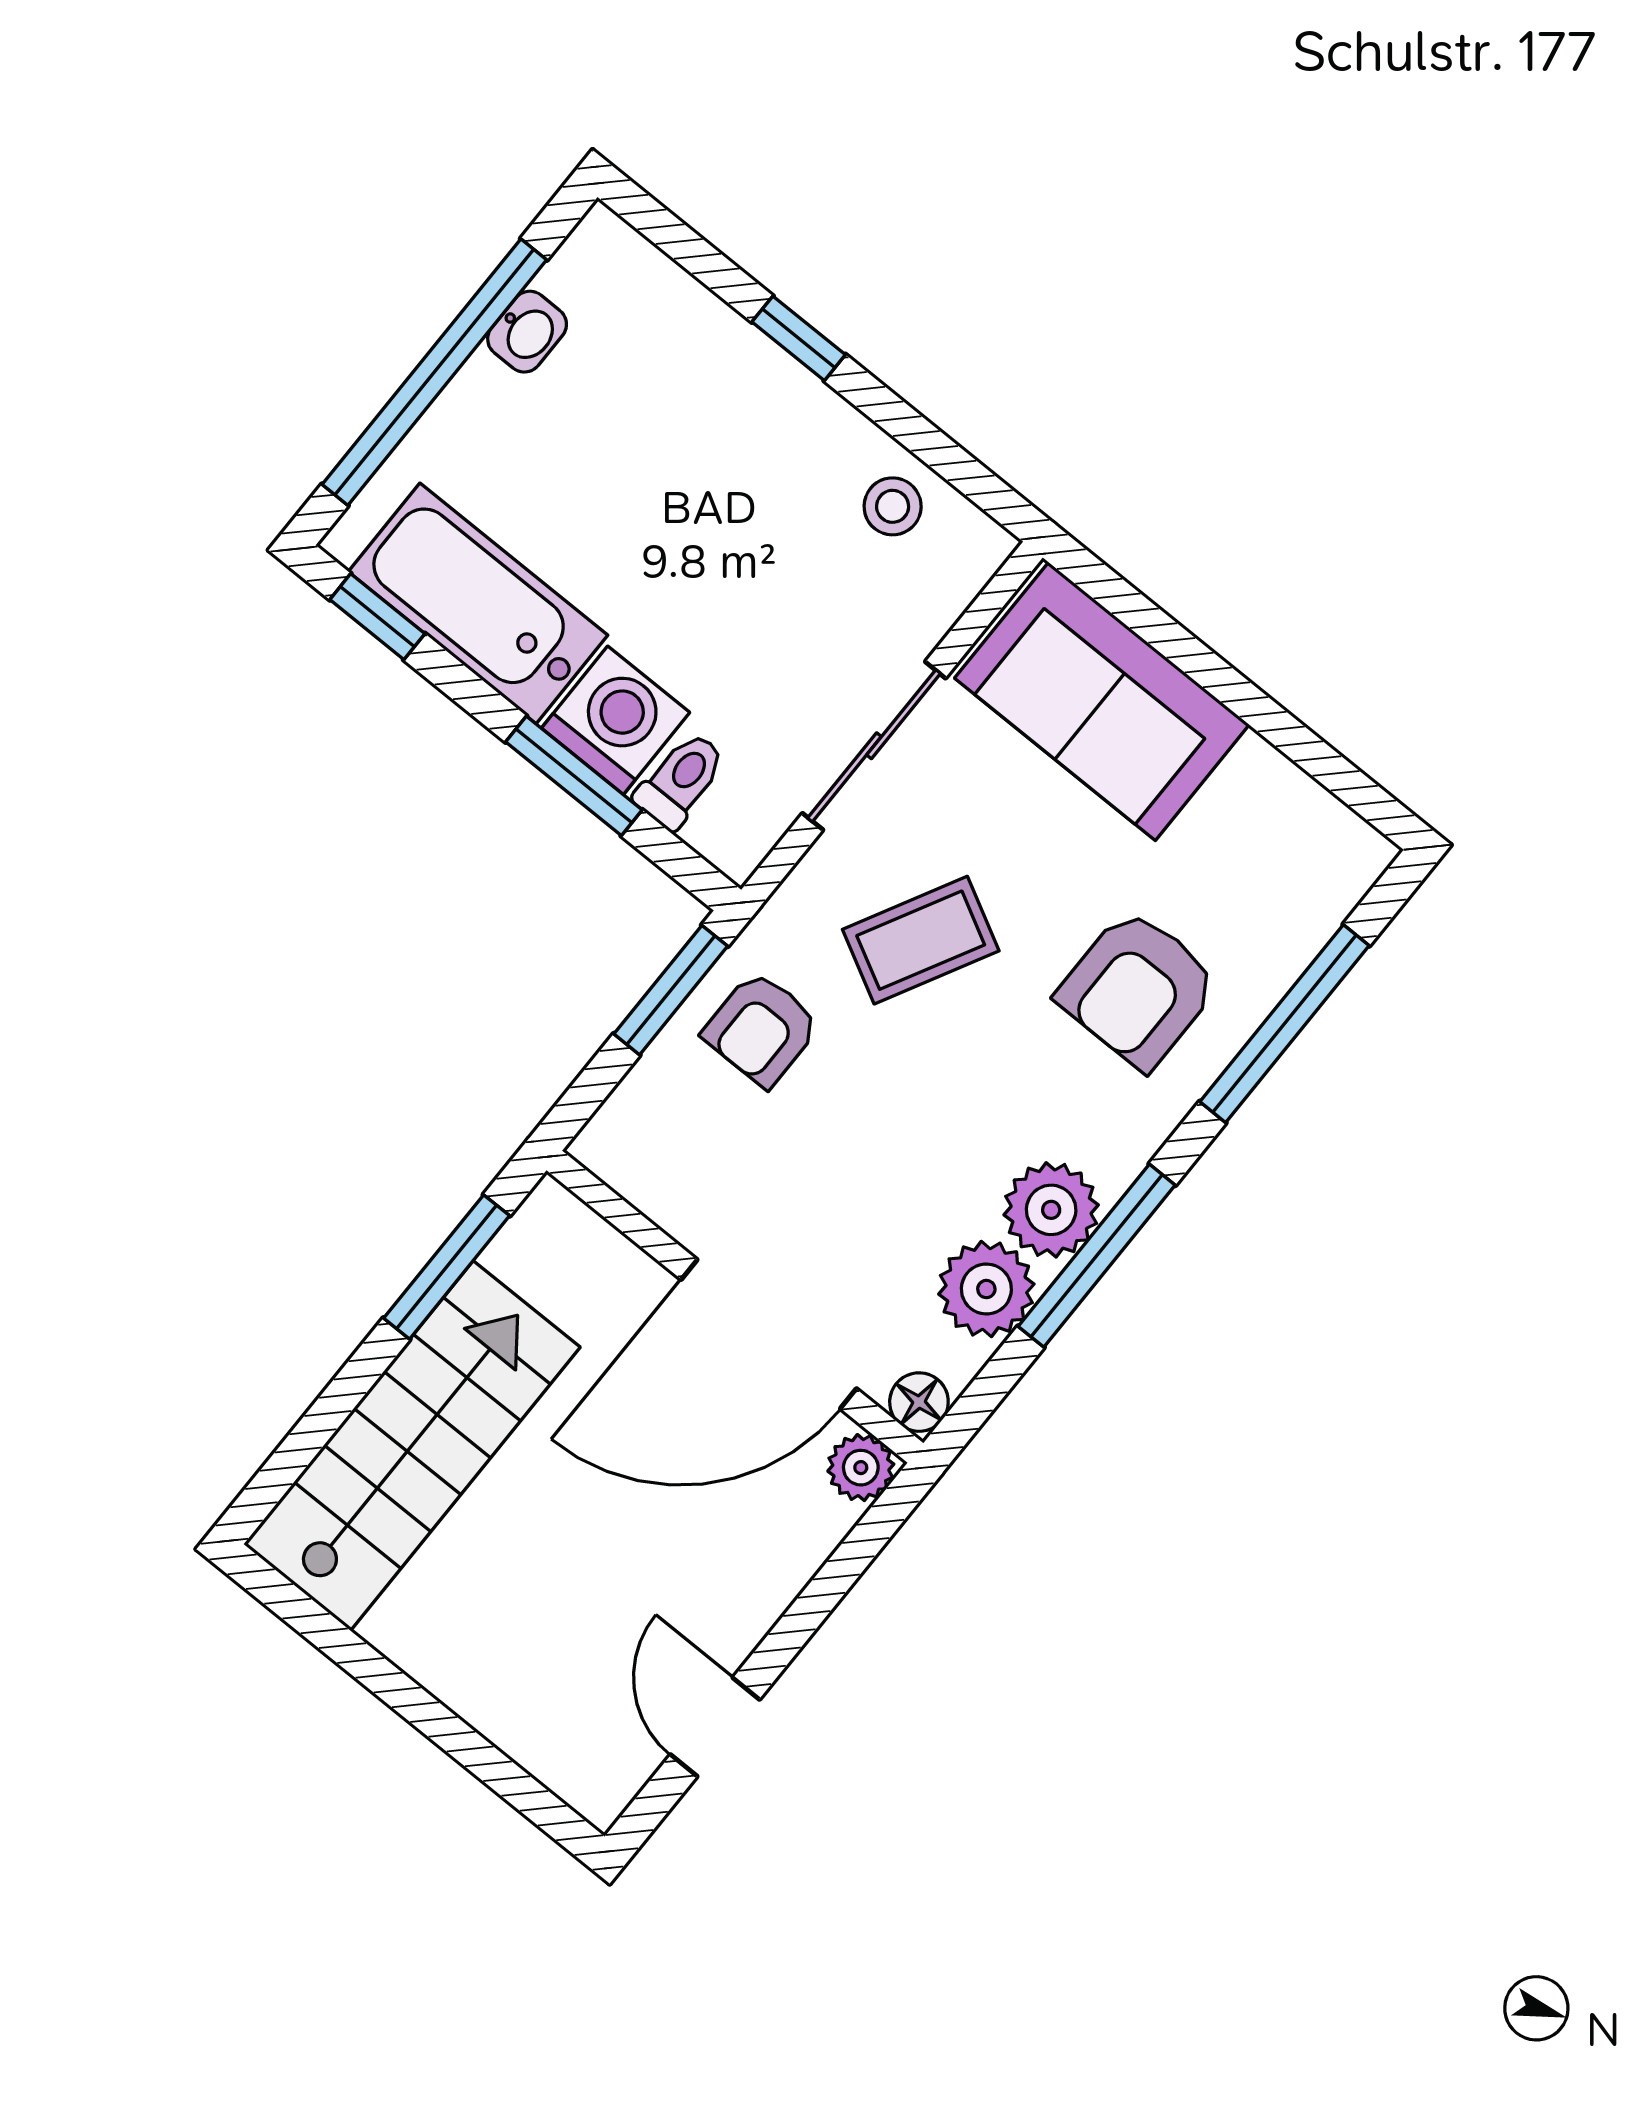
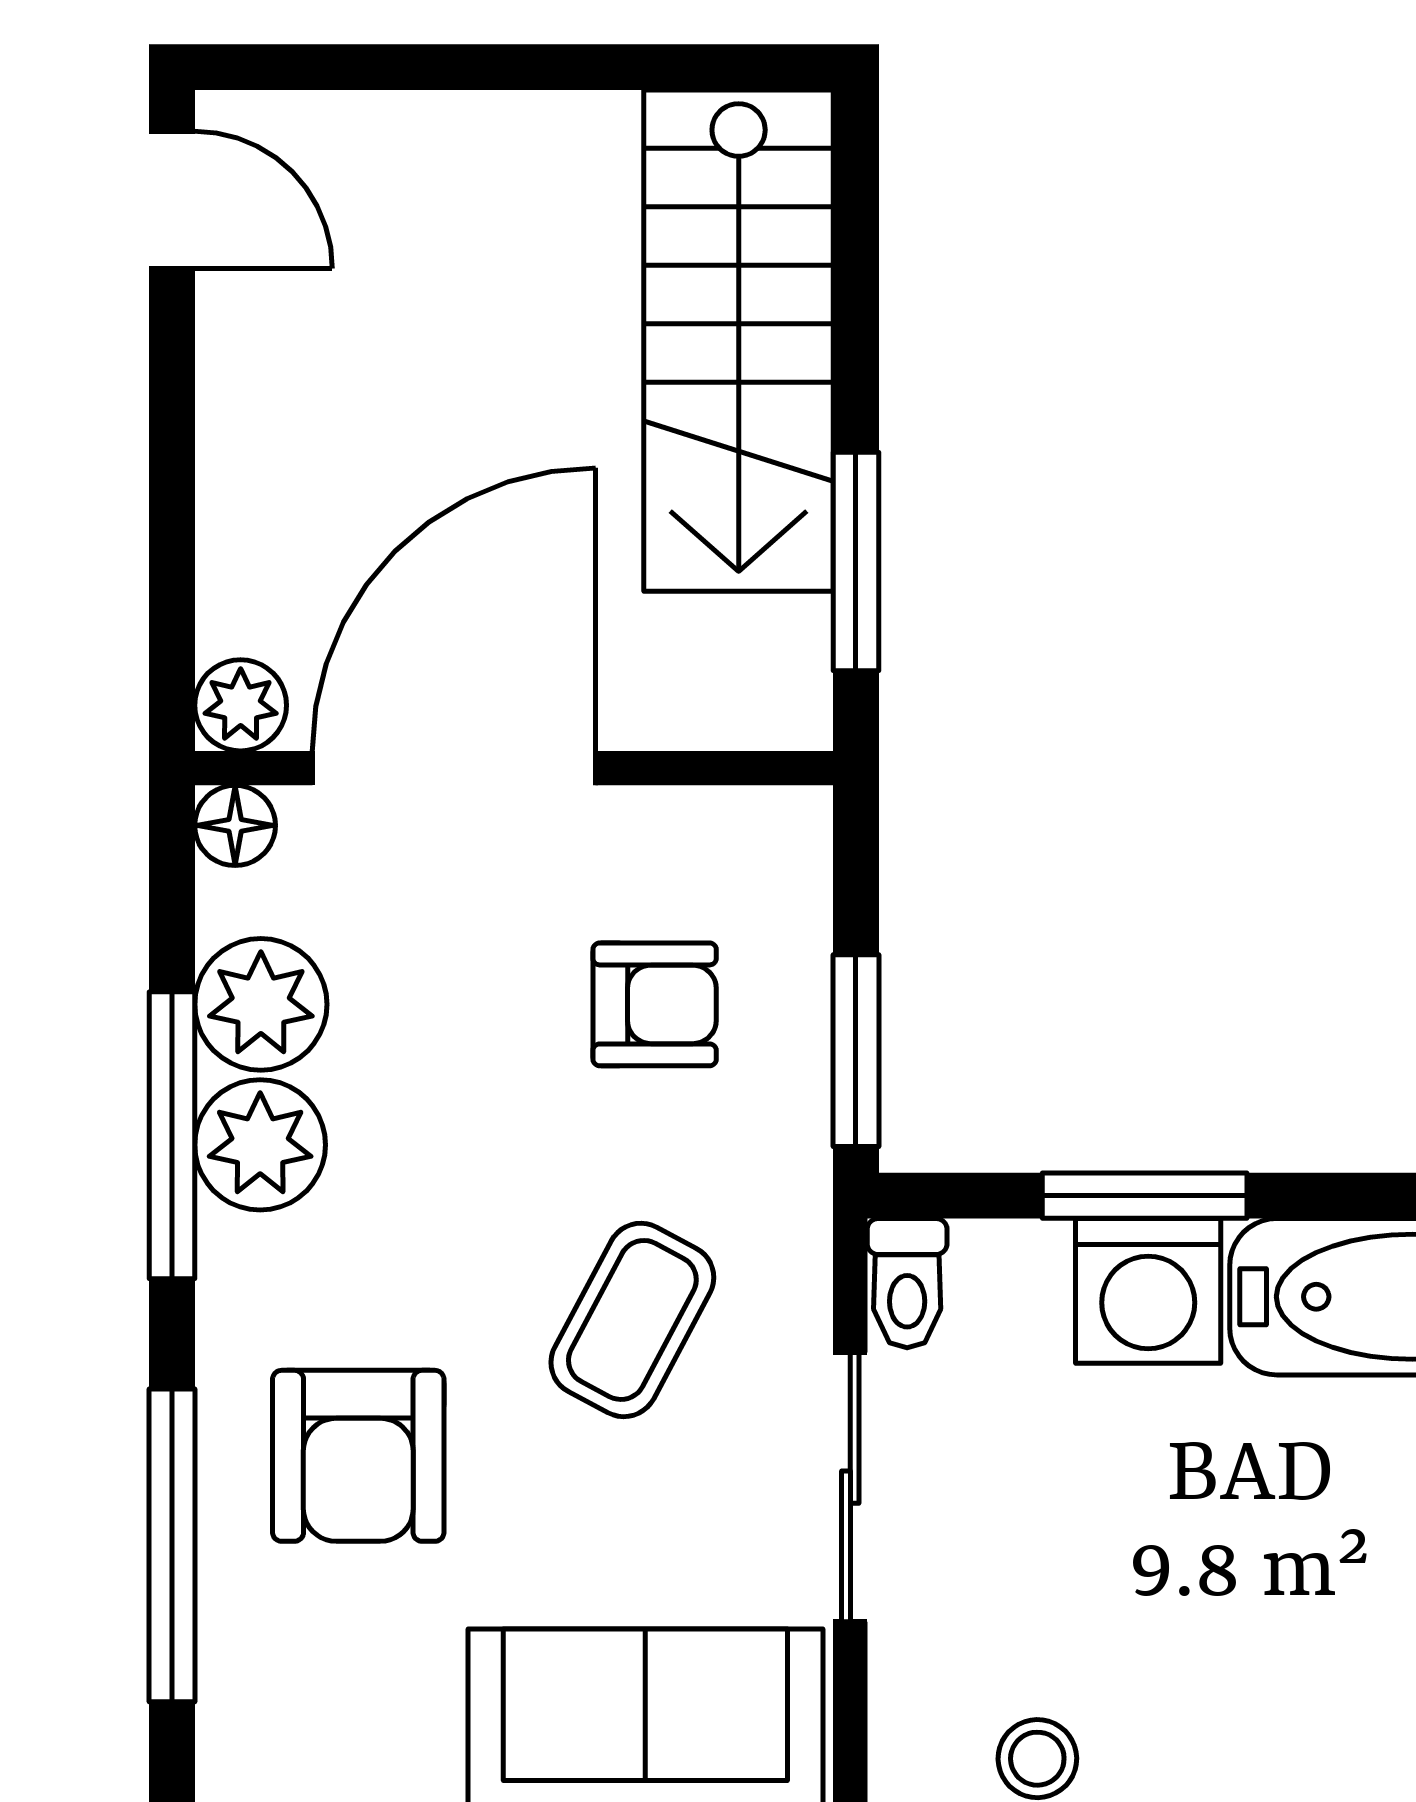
toilet: (681, 780) -> (907, 1283), moved
armchair: (1138, 989) -> (358, 1456), turned 180
armchair: (762, 1029) -> (655, 1004), moved, turned 90
door: (715, 1727) -> (172, 200), moved

